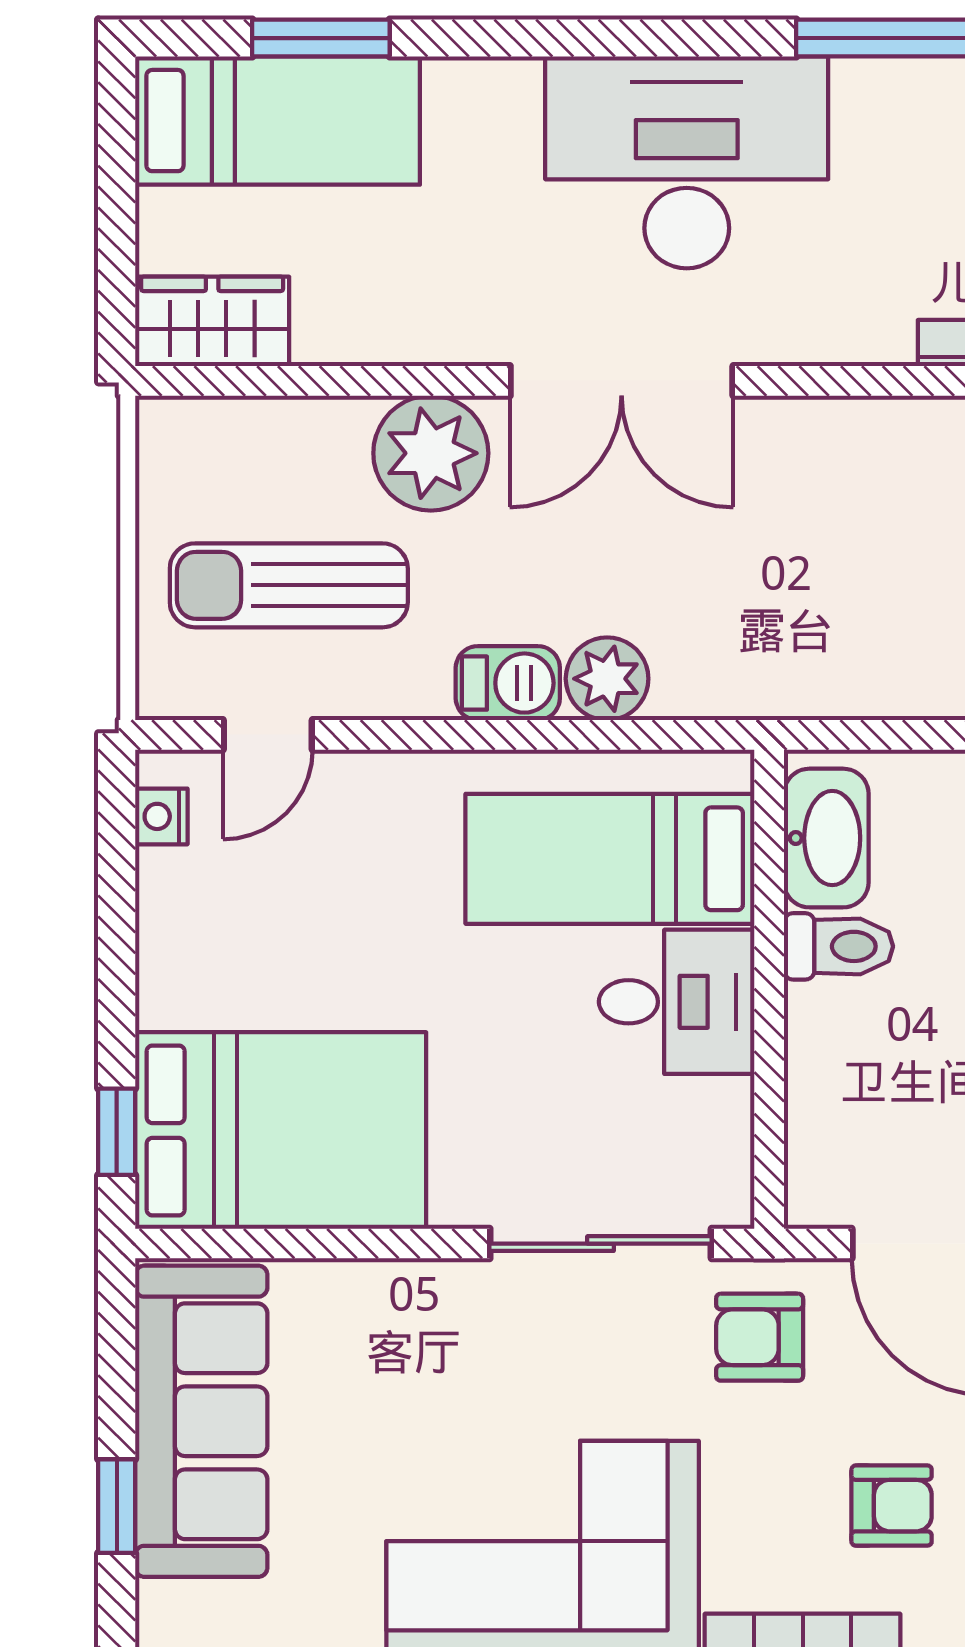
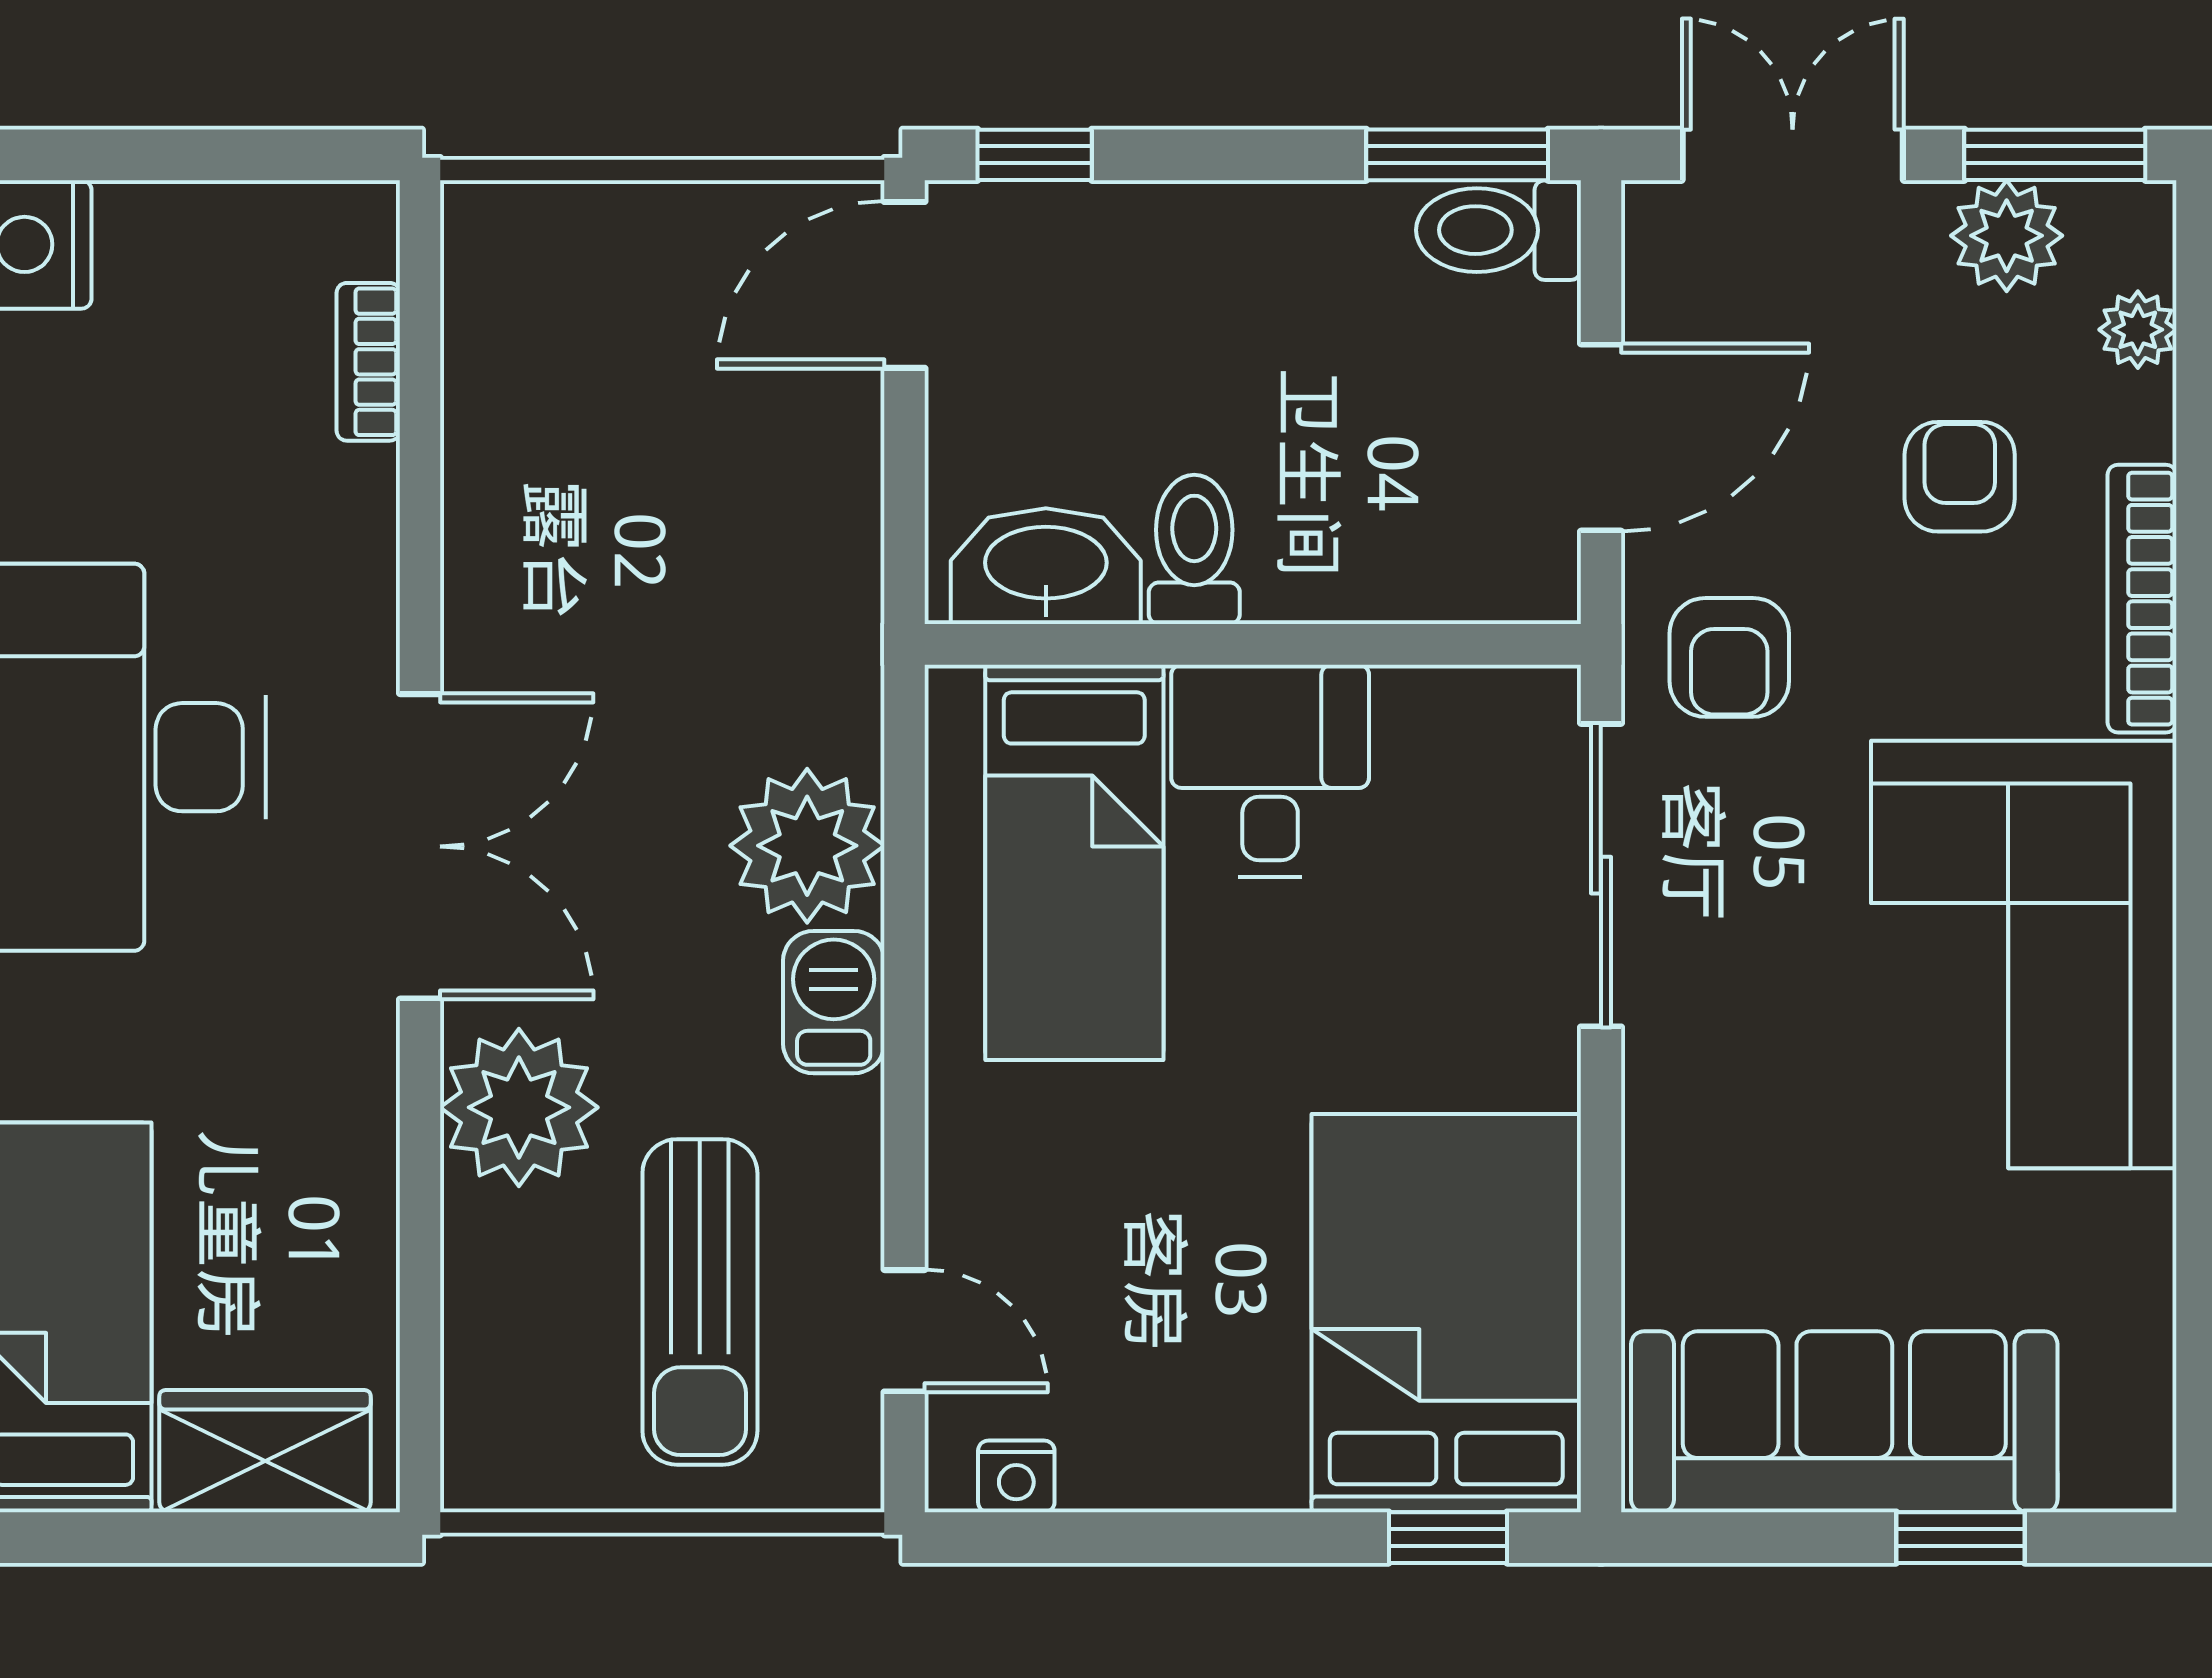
wardrobe: (212, 321) -> (265, 1451), moved, turned 90
plant: (607, 679) -> (807, 846), width x1.36, depth x1.36

